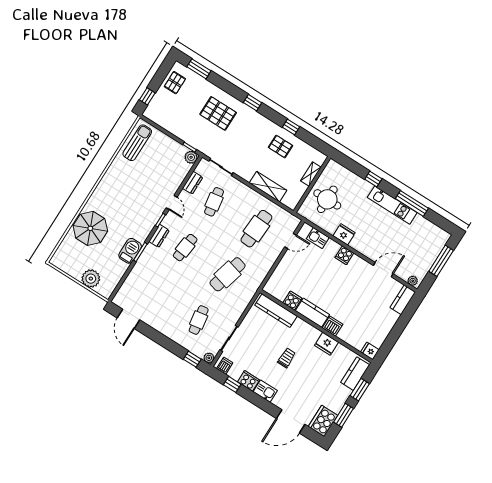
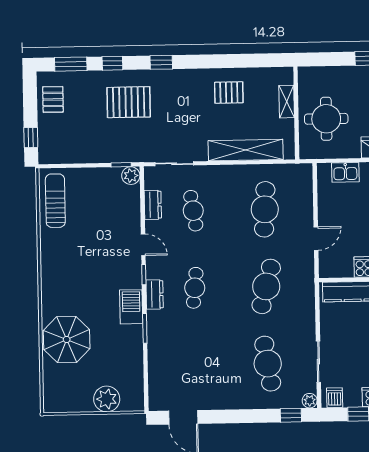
window: (291, 127) -> (112, 63), moved
shelving: (268, 187) -> (246, 150), width x1.47
door: (291, 241) -> (316, 239), moved
barbecue: (130, 251) -> (131, 307), moved
cafe table: (199, 320) -> (268, 364), width x1.37, depth x1.35

